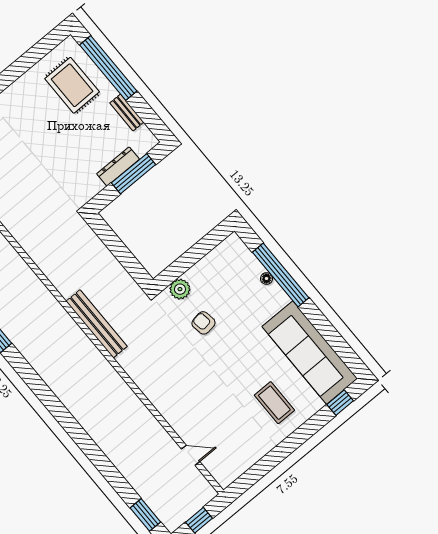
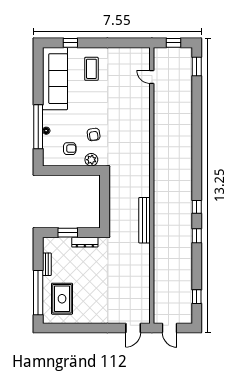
dresser: (118, 167) -> (85, 242), moved
window: (134, 174) -> (68, 233), width x0.69
armchair: (219, 281) -> (70, 149), added
bench: (97, 324) -> (144, 220), moved
window: (340, 403) -> (70, 43), moved

